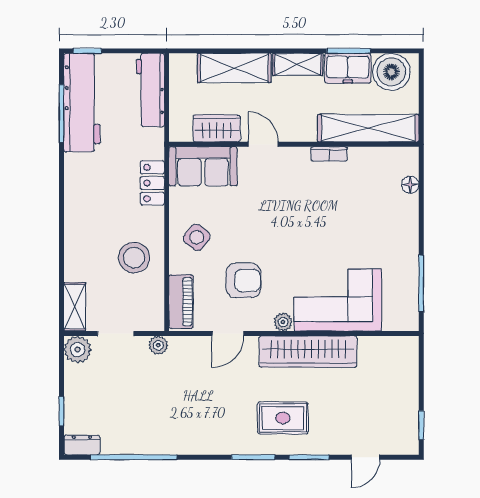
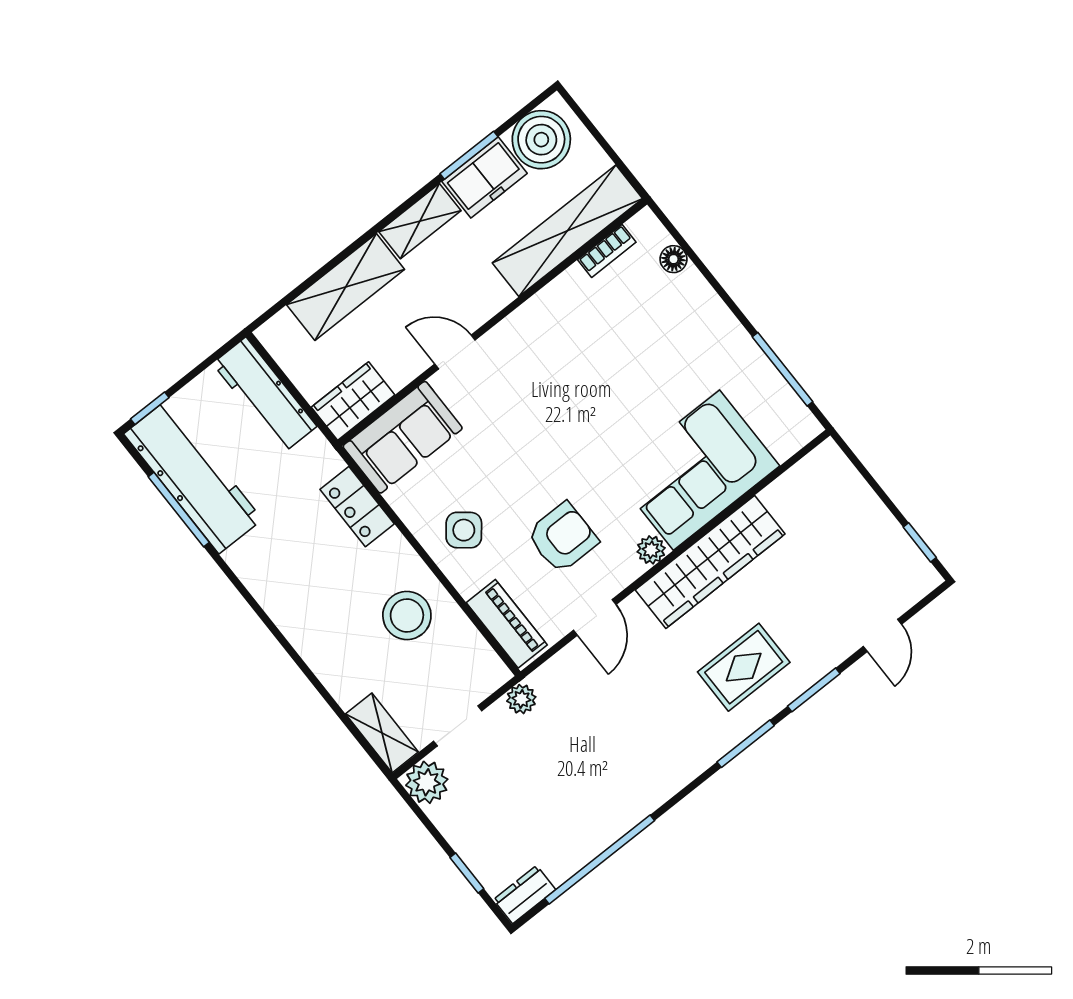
wardrobe: (217, 128) -> (353, 401), moved
bookcase: (329, 154) -> (607, 251), moved

